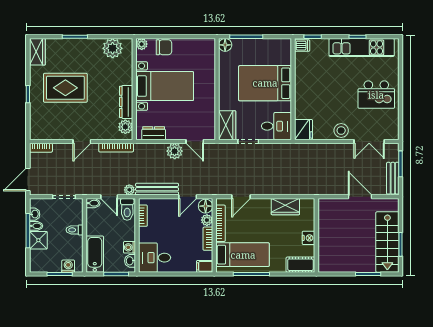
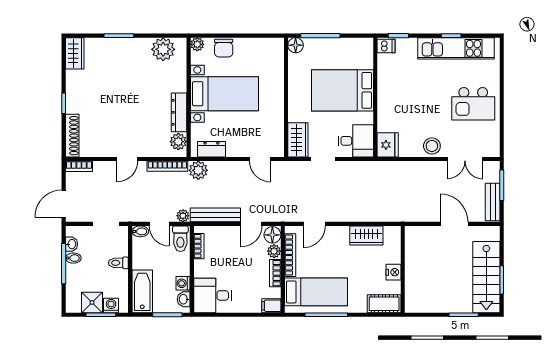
chair: (164, 47) -> (224, 48), turned 90
rug: (65, 88) -> (108, 96), removed
shoe rack: (35, 122) -> (72, 136), added
plant: (175, 151) -> (198, 170), moved
shower: (38, 240) -> (92, 302), moved

